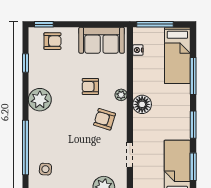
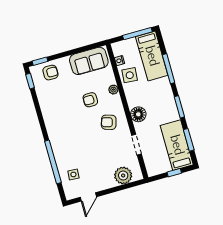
window: (155, 24) -> (137, 34), moved
window: (25, 63) -> (30, 81), moved
side table: (145, 71) -> (130, 75), added
plant: (121, 95) -> (113, 90), moved
plant: (40, 100) -> (54, 121), removed
floor lamp: (142, 104) -> (138, 114), moved

